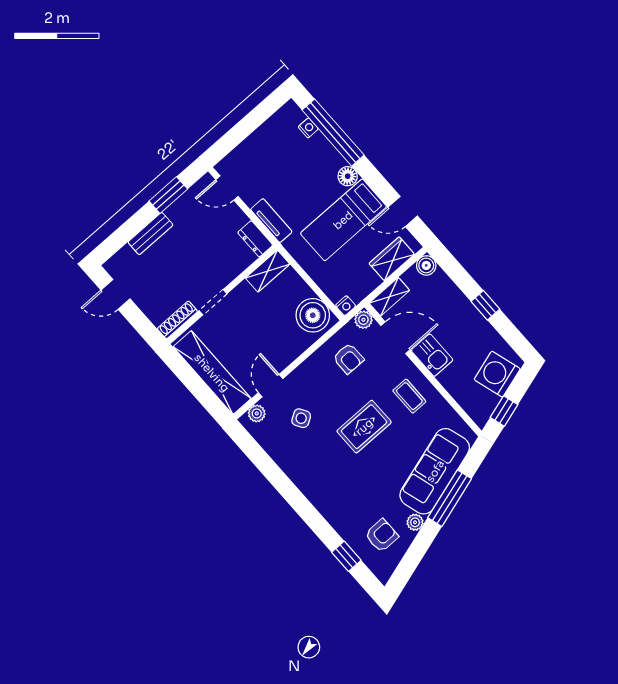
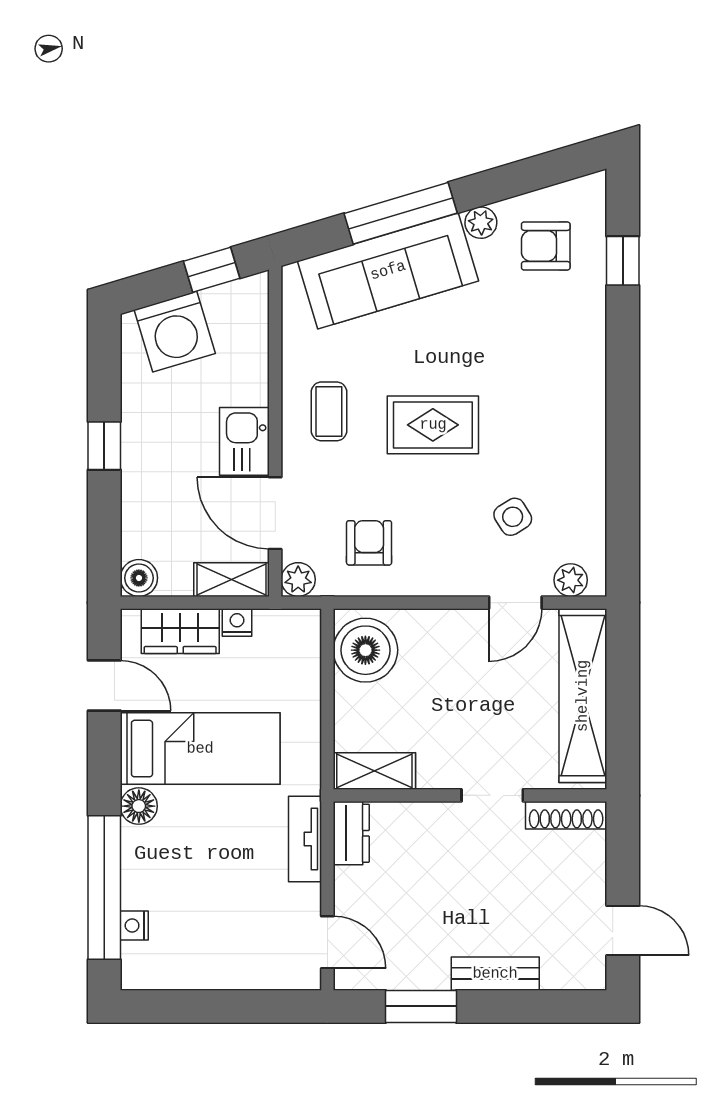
nightstand: (346, 306) -> (237, 622), moved

